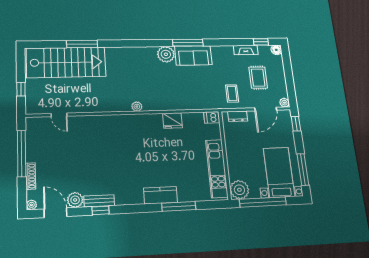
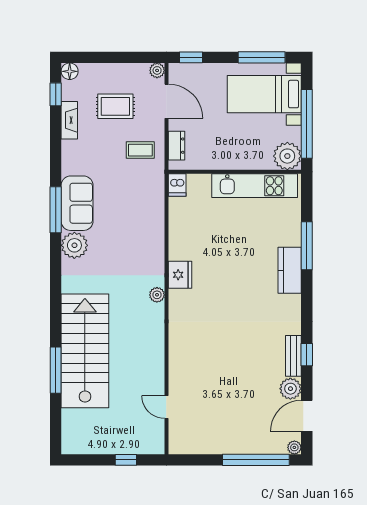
stairs: (66, 62) -> (85, 351), moved
door: (59, 115) -> (166, 407), swing flipped
fridge: (172, 120) -> (180, 275), moved
window: (22, 153) -> (256, 460), moved
shoe rack: (31, 176) -> (254, 448), removed

